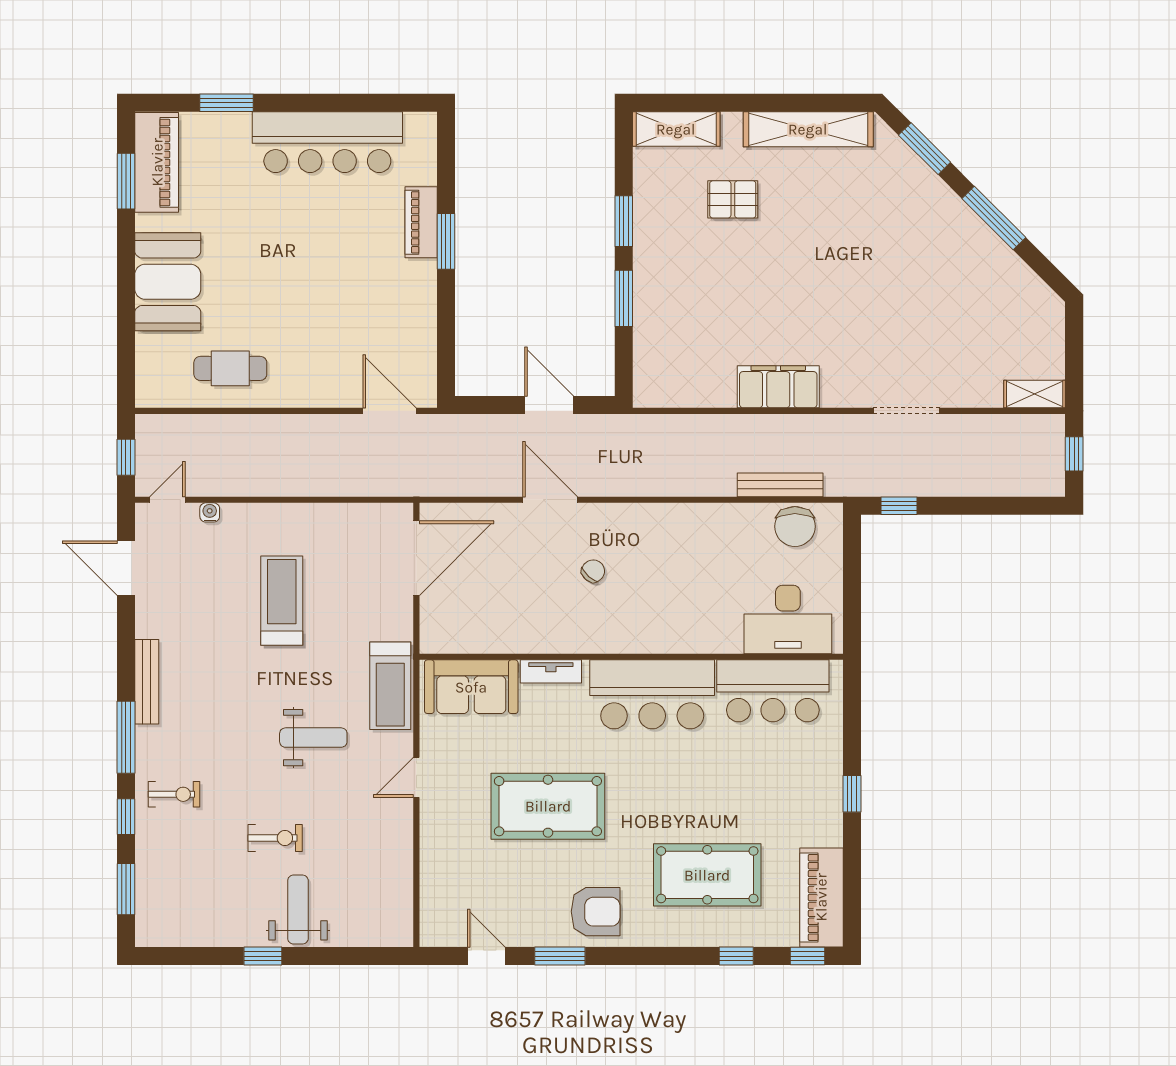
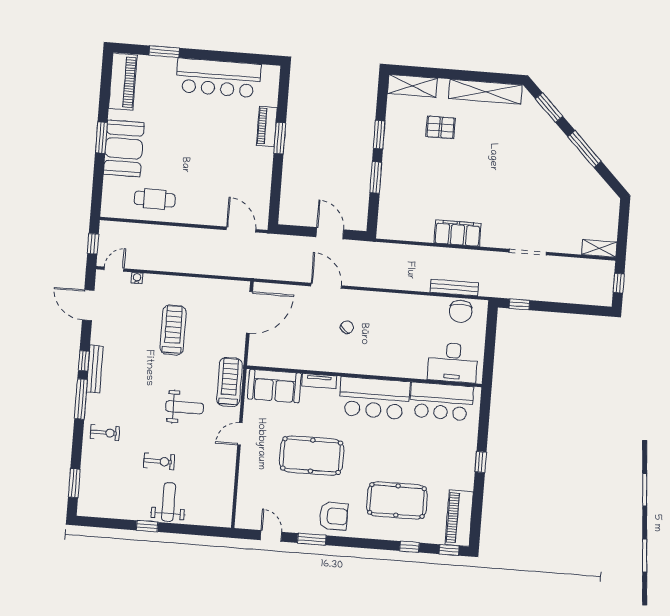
window: (126, 181) -> (101, 138), moved
treadmill: (390, 686) -> (229, 382), turned 180
window: (126, 817) -> (84, 361), moved

